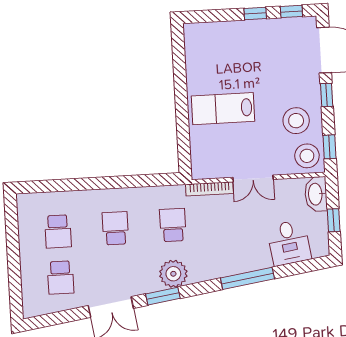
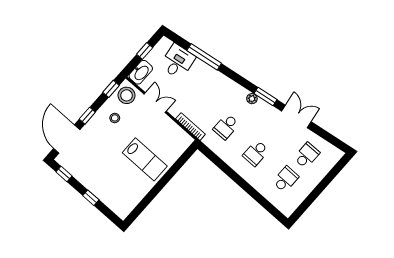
window: (255, 13) -> (91, 198), moved
stool: (296, 121) -> (115, 118), width x0.53, depth x0.53
double door: (253, 178) -> (155, 103), moved
plant: (173, 274) -> (252, 99), width x0.53, depth x0.53
window: (247, 278) -> (204, 57), moved

